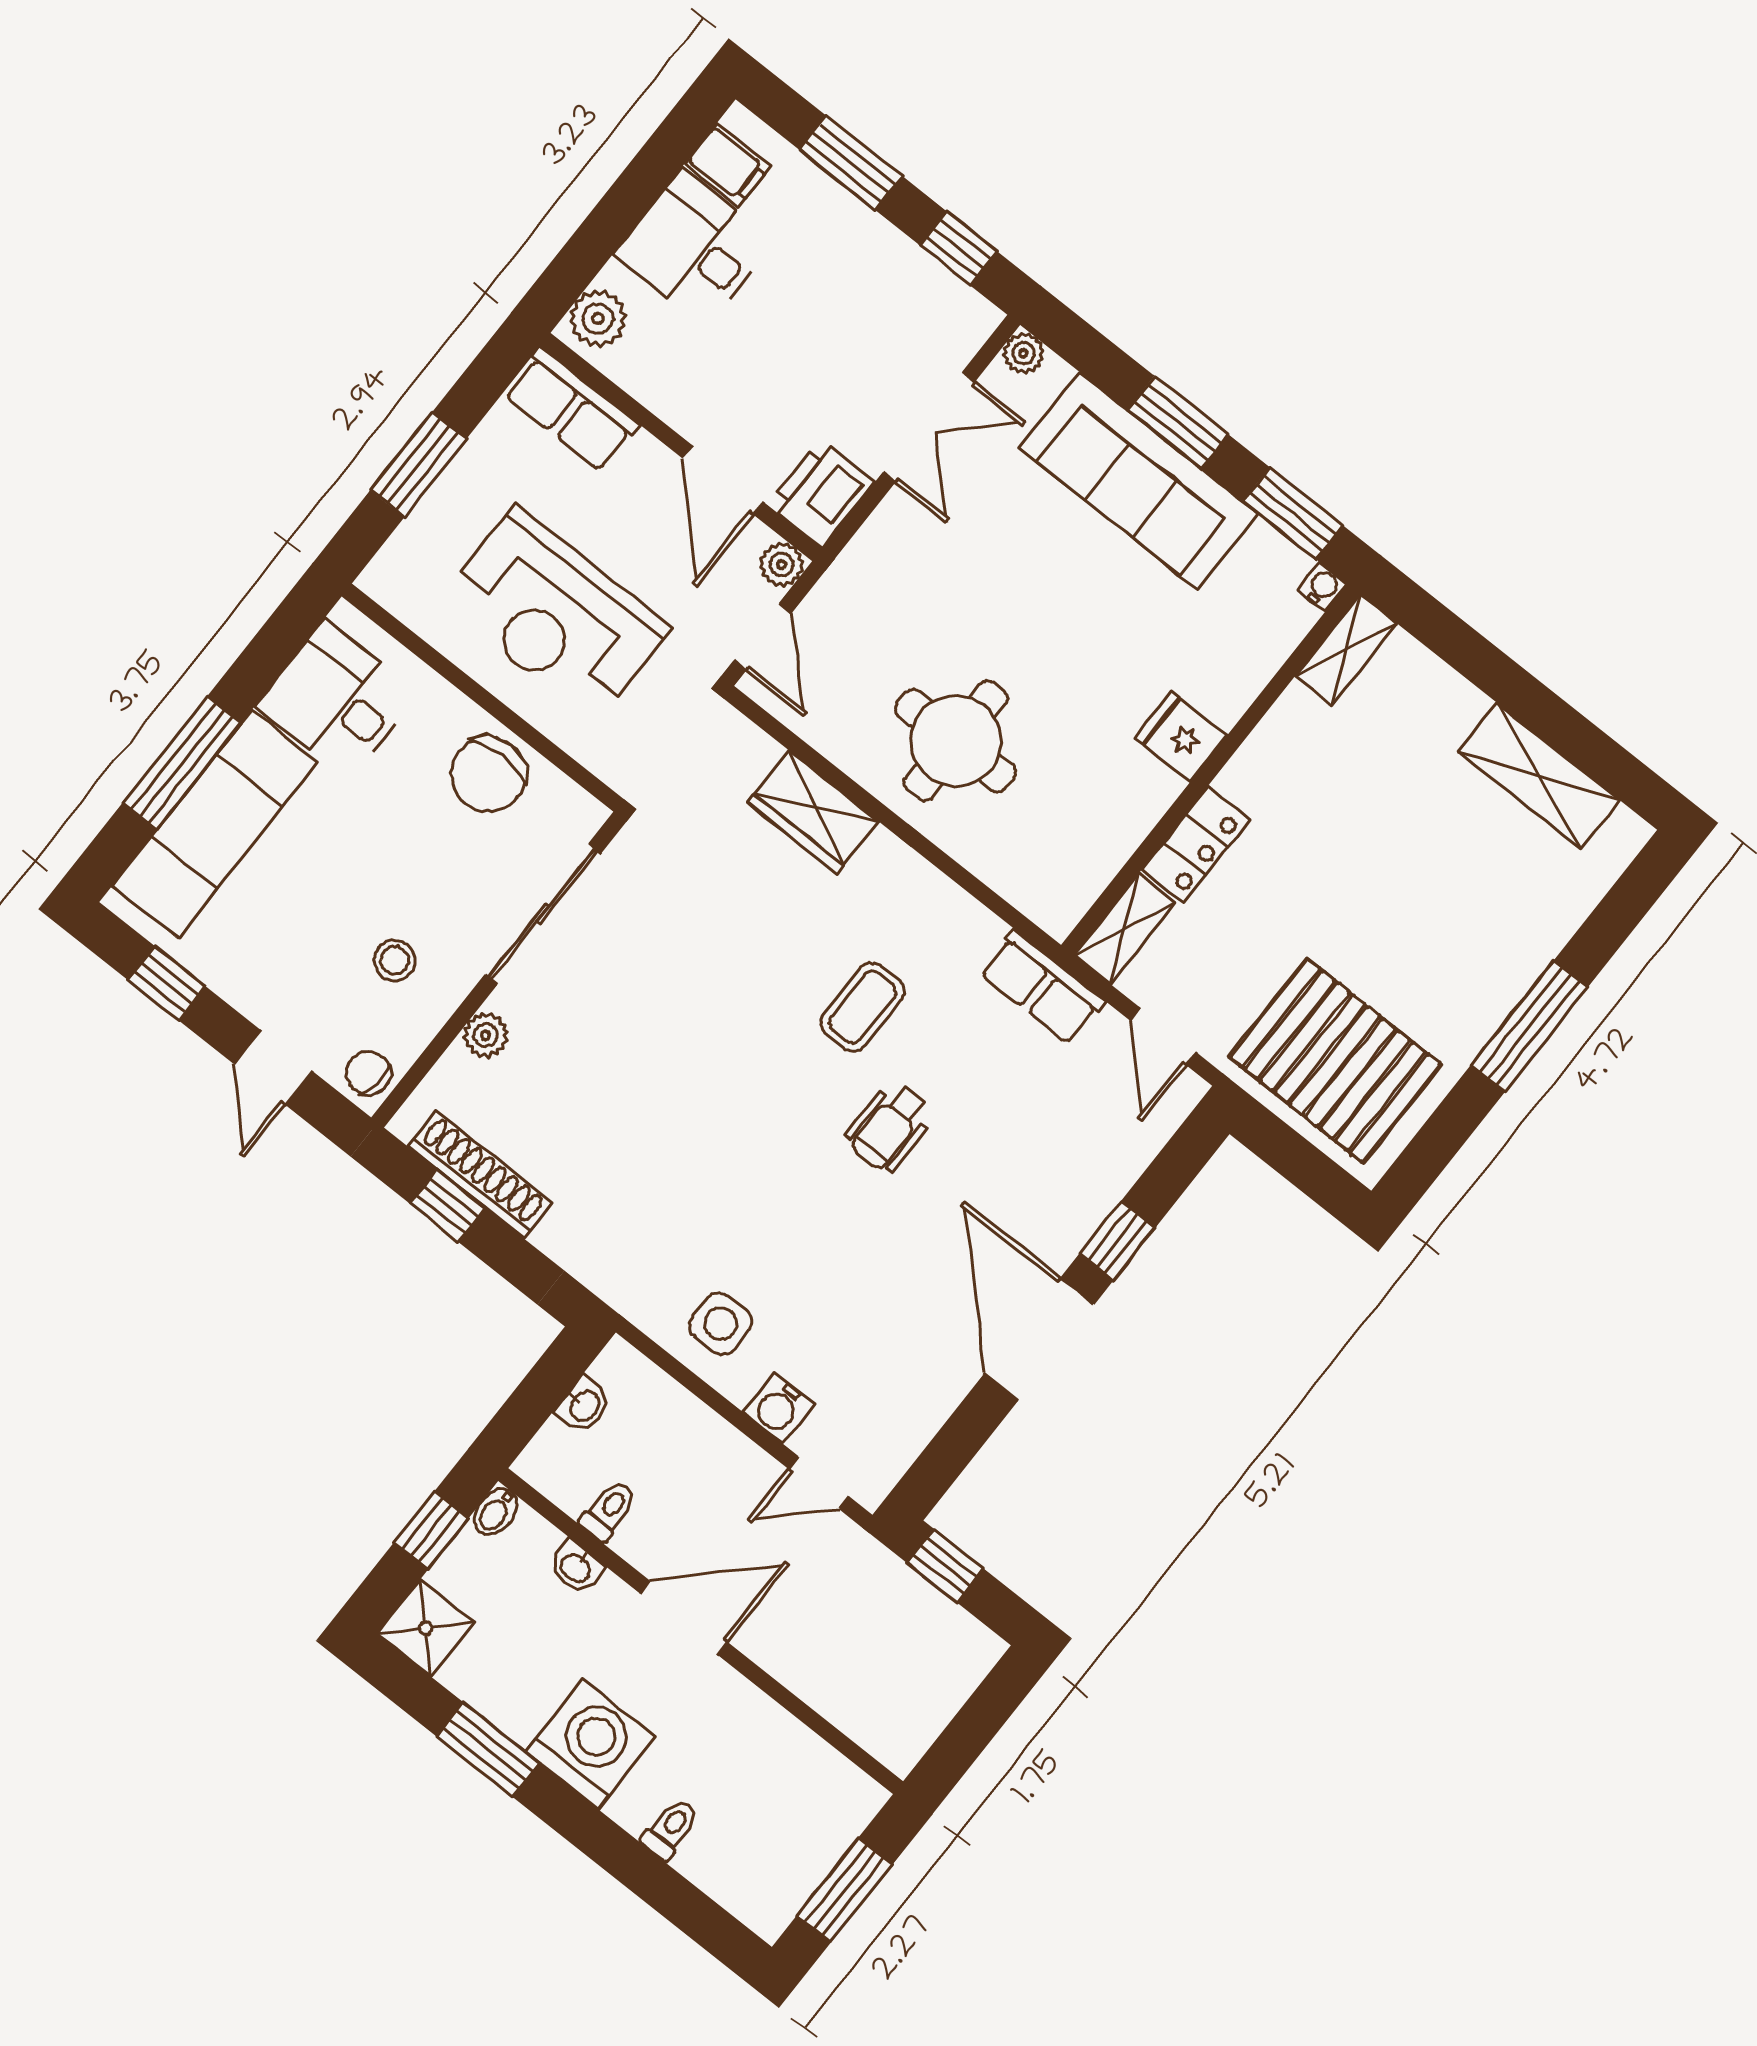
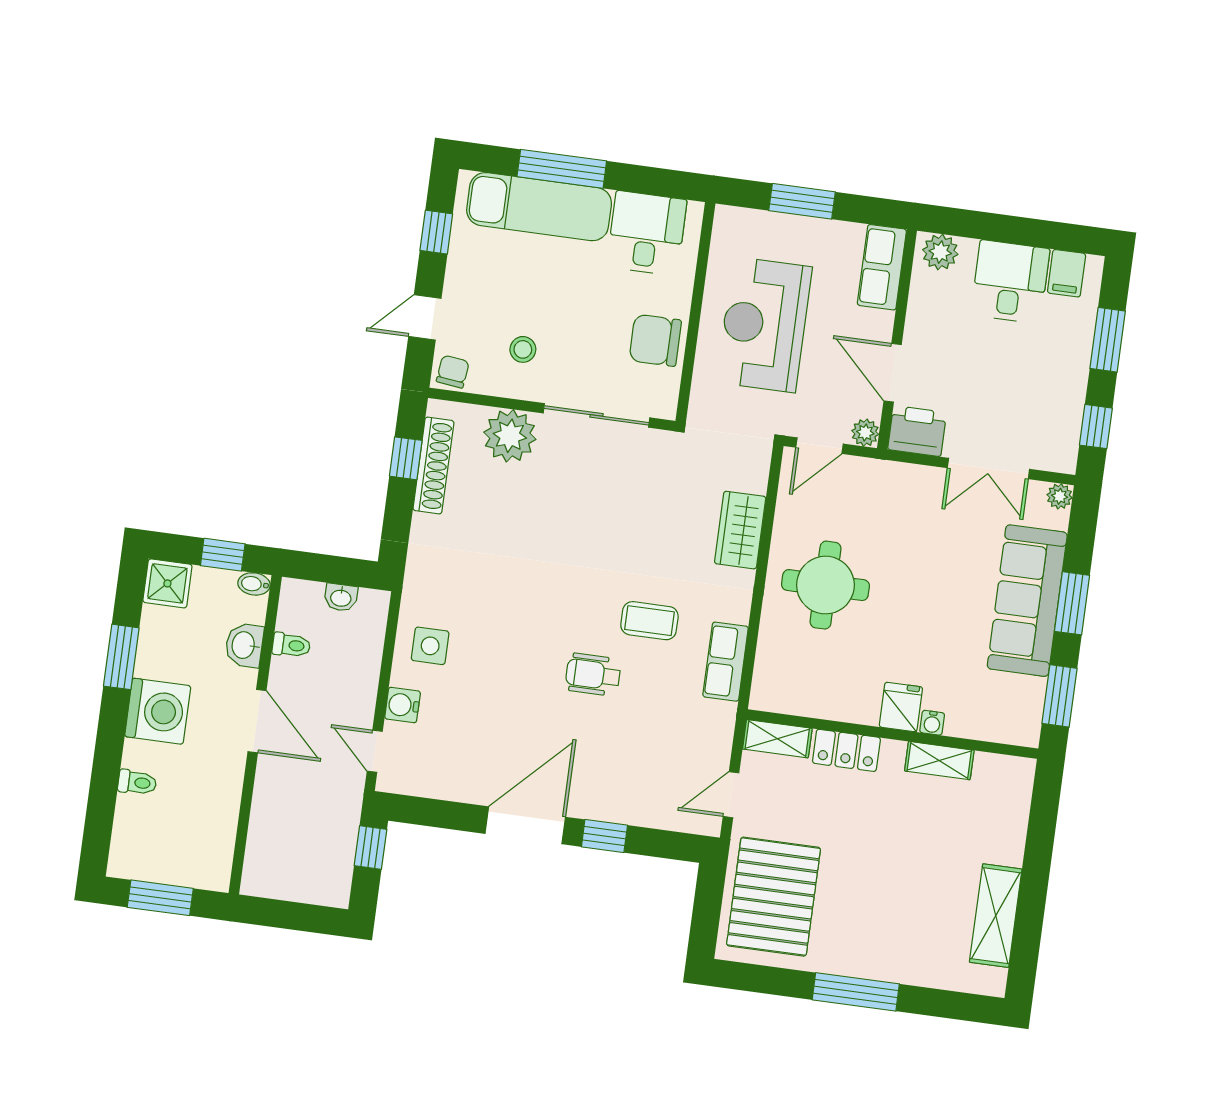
door: (723, 480) -> (893, 373), hinge flipped
water cooler: (1322, 587) -> (932, 723), moved, turned 90
shelving: (1346, 650) -> (939, 761), moved
row of seats: (1042, 987) -> (726, 662), moved
plant: (486, 1035) -> (510, 436), width x1.88, depth x1.88
washbasin: (576, 1567) -> (244, 645), width x1.38, depth x1.45

